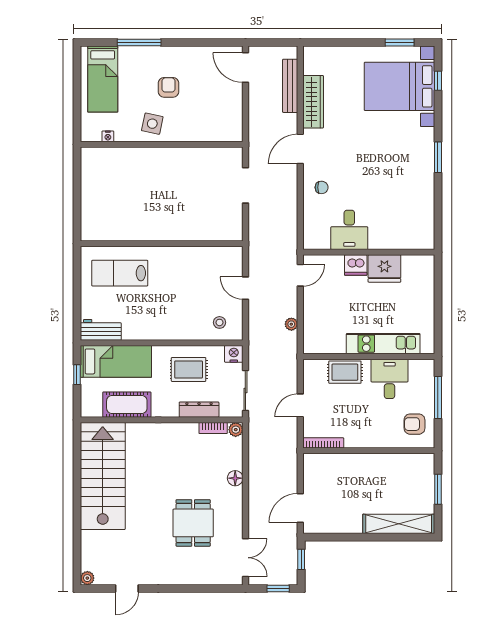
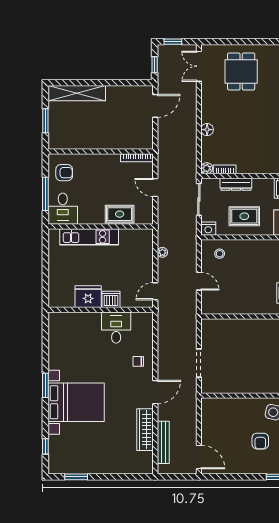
bed with nightstands: (399, 86) -> (76, 402), moved
desk: (390, 379) -> (63, 209), moved
door: (300, 405) -> (155, 188), swing flipped
dining table: (193, 523) -> (241, 71), moved

